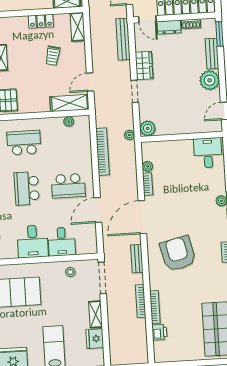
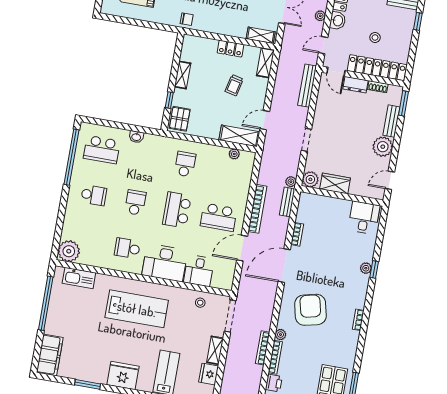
wardrobe: (144, 65) -> (335, 183), moved, turned -90
school desk: (24, 143) -> (185, 164), width x0.54
bookcase: (103, 152) -> (257, 209), moved
plant: (148, 166) -> (281, 335), moved
desk: (33, 241) -> (165, 263), width x1.37
bench: (137, 259) -> (287, 202), moved

